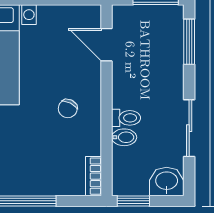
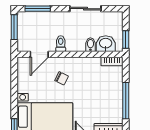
chair: (68, 109) -> (62, 78), moved
toilet: (126, 118) -> (61, 44), moved
washbasin: (167, 182) -> (106, 44), moved, turned 90

